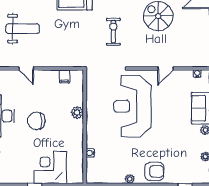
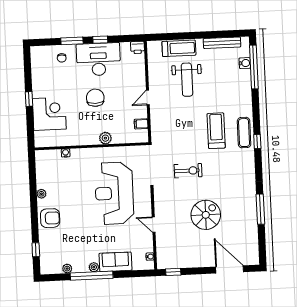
door: (26, 68) -> (148, 98), moved
reception desk: (132, 106) -> (114, 193), turned -90
armchair: (154, 171) -> (50, 218), turned -90

